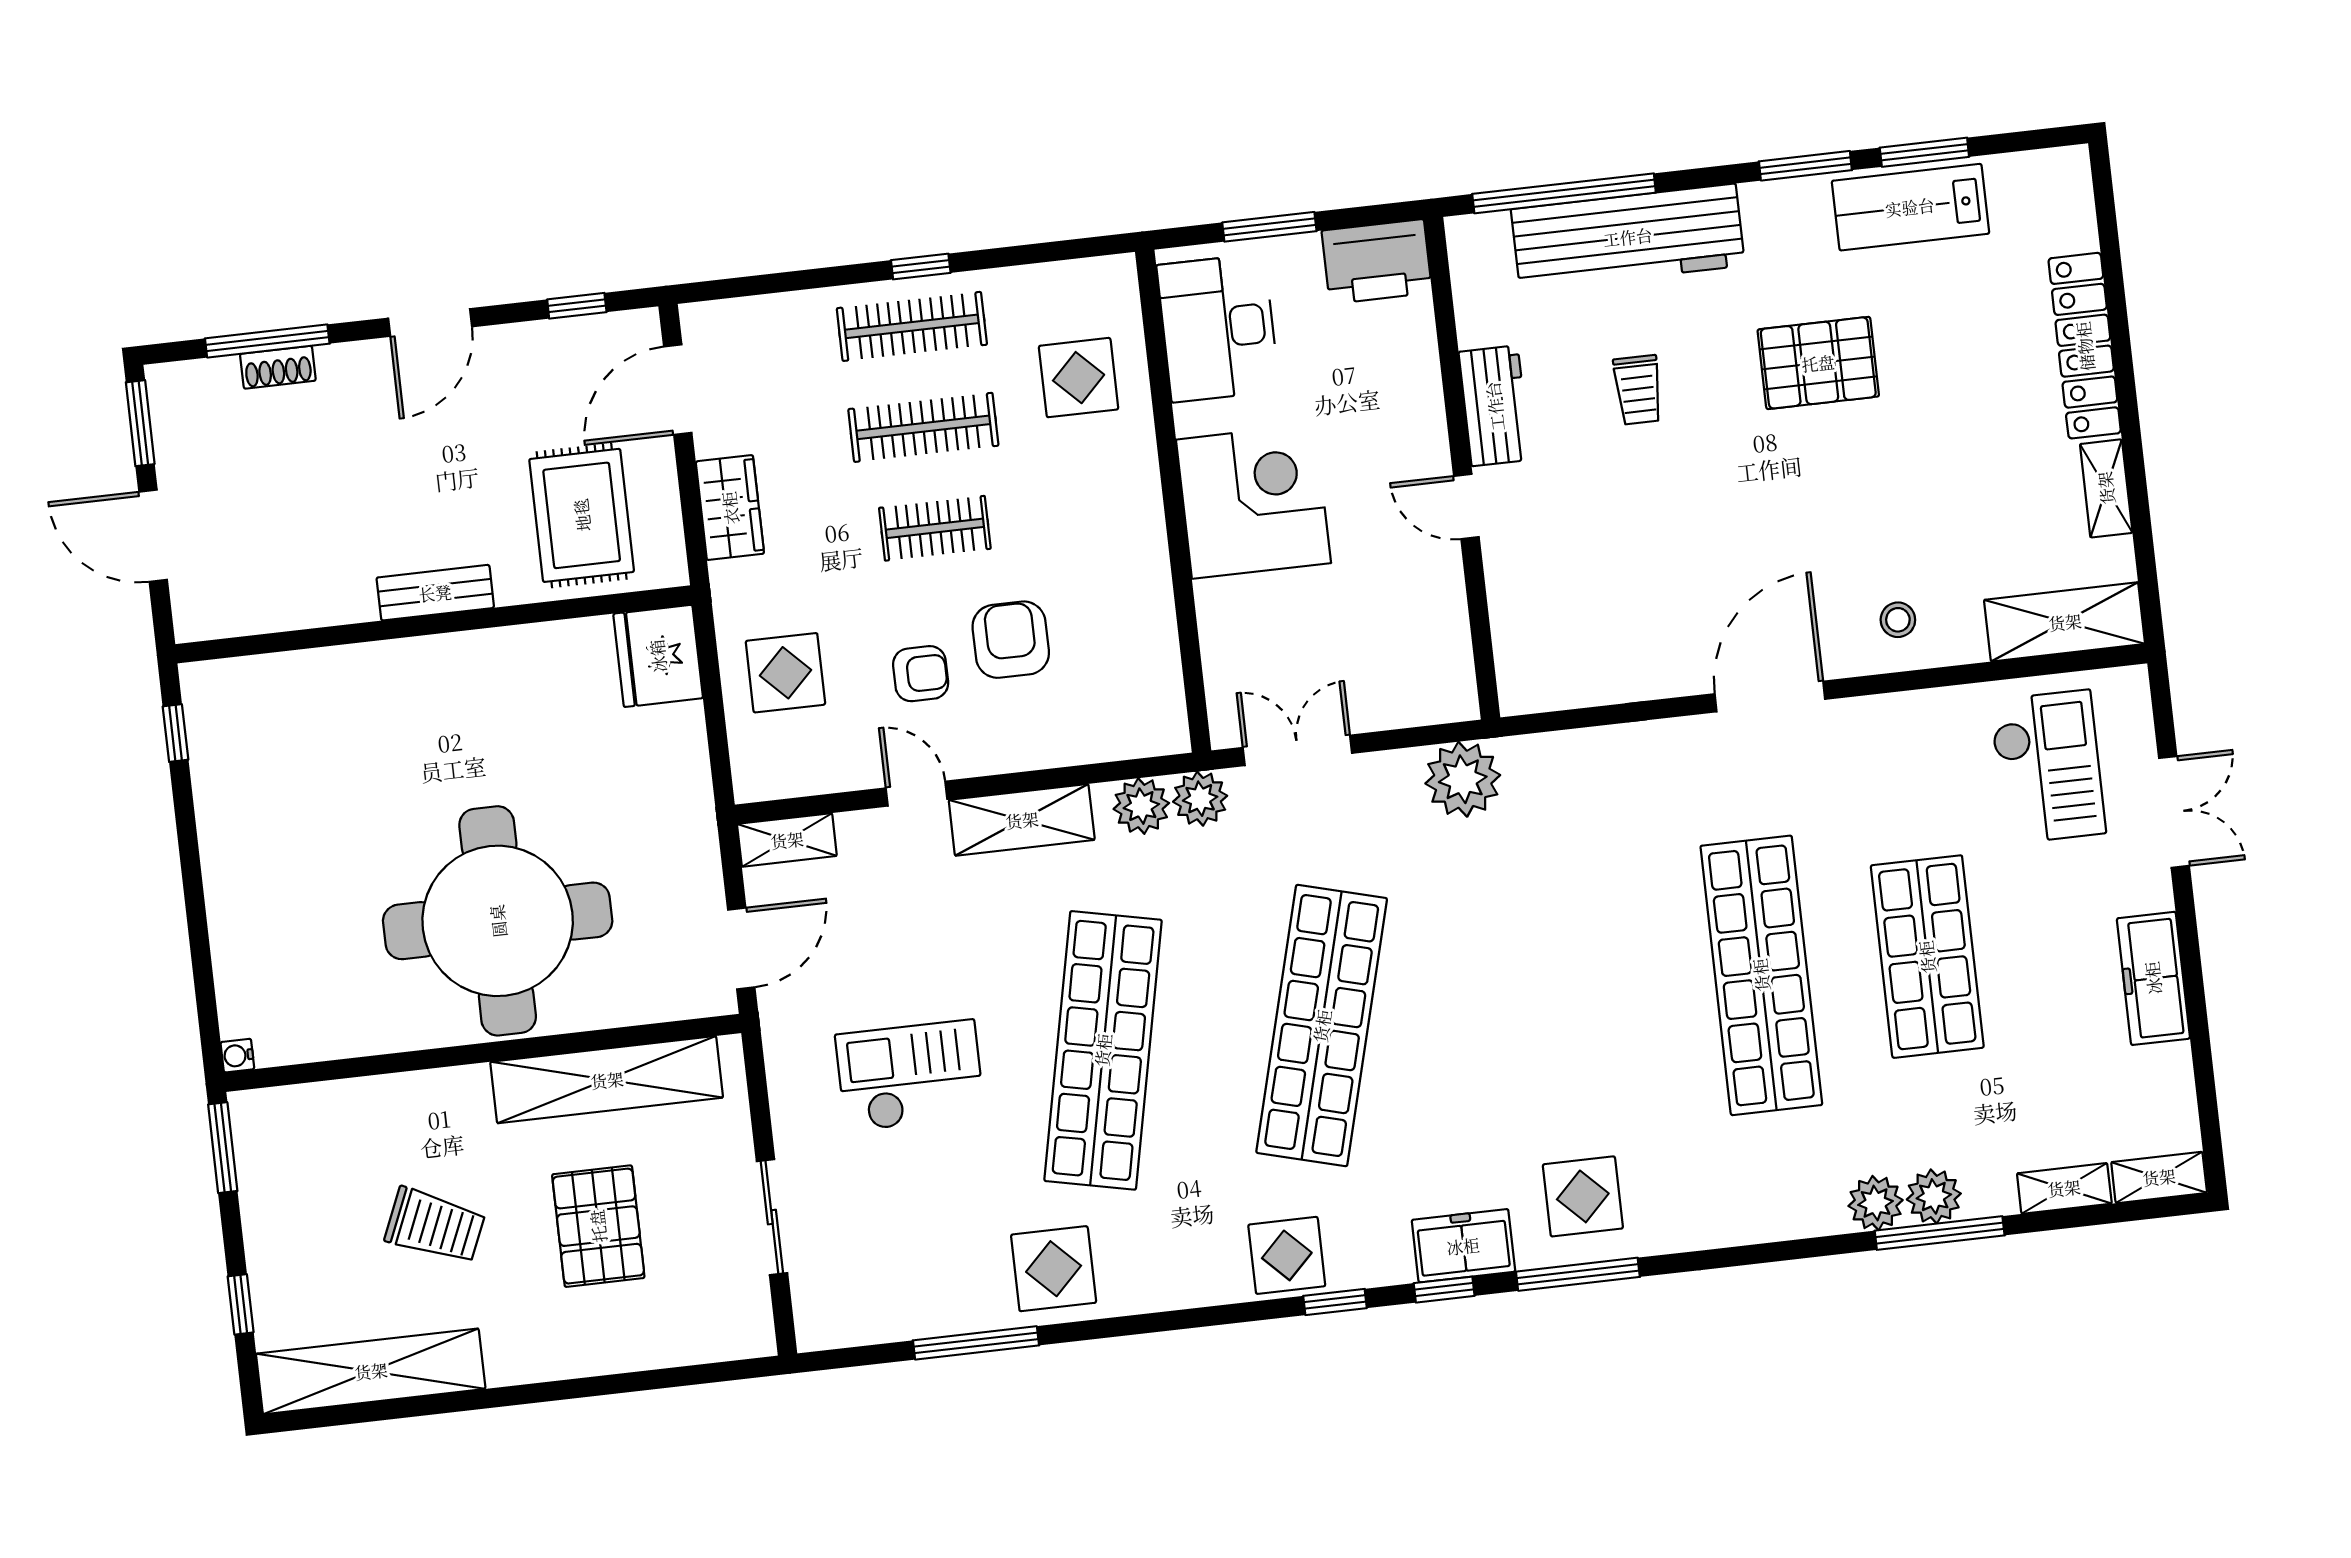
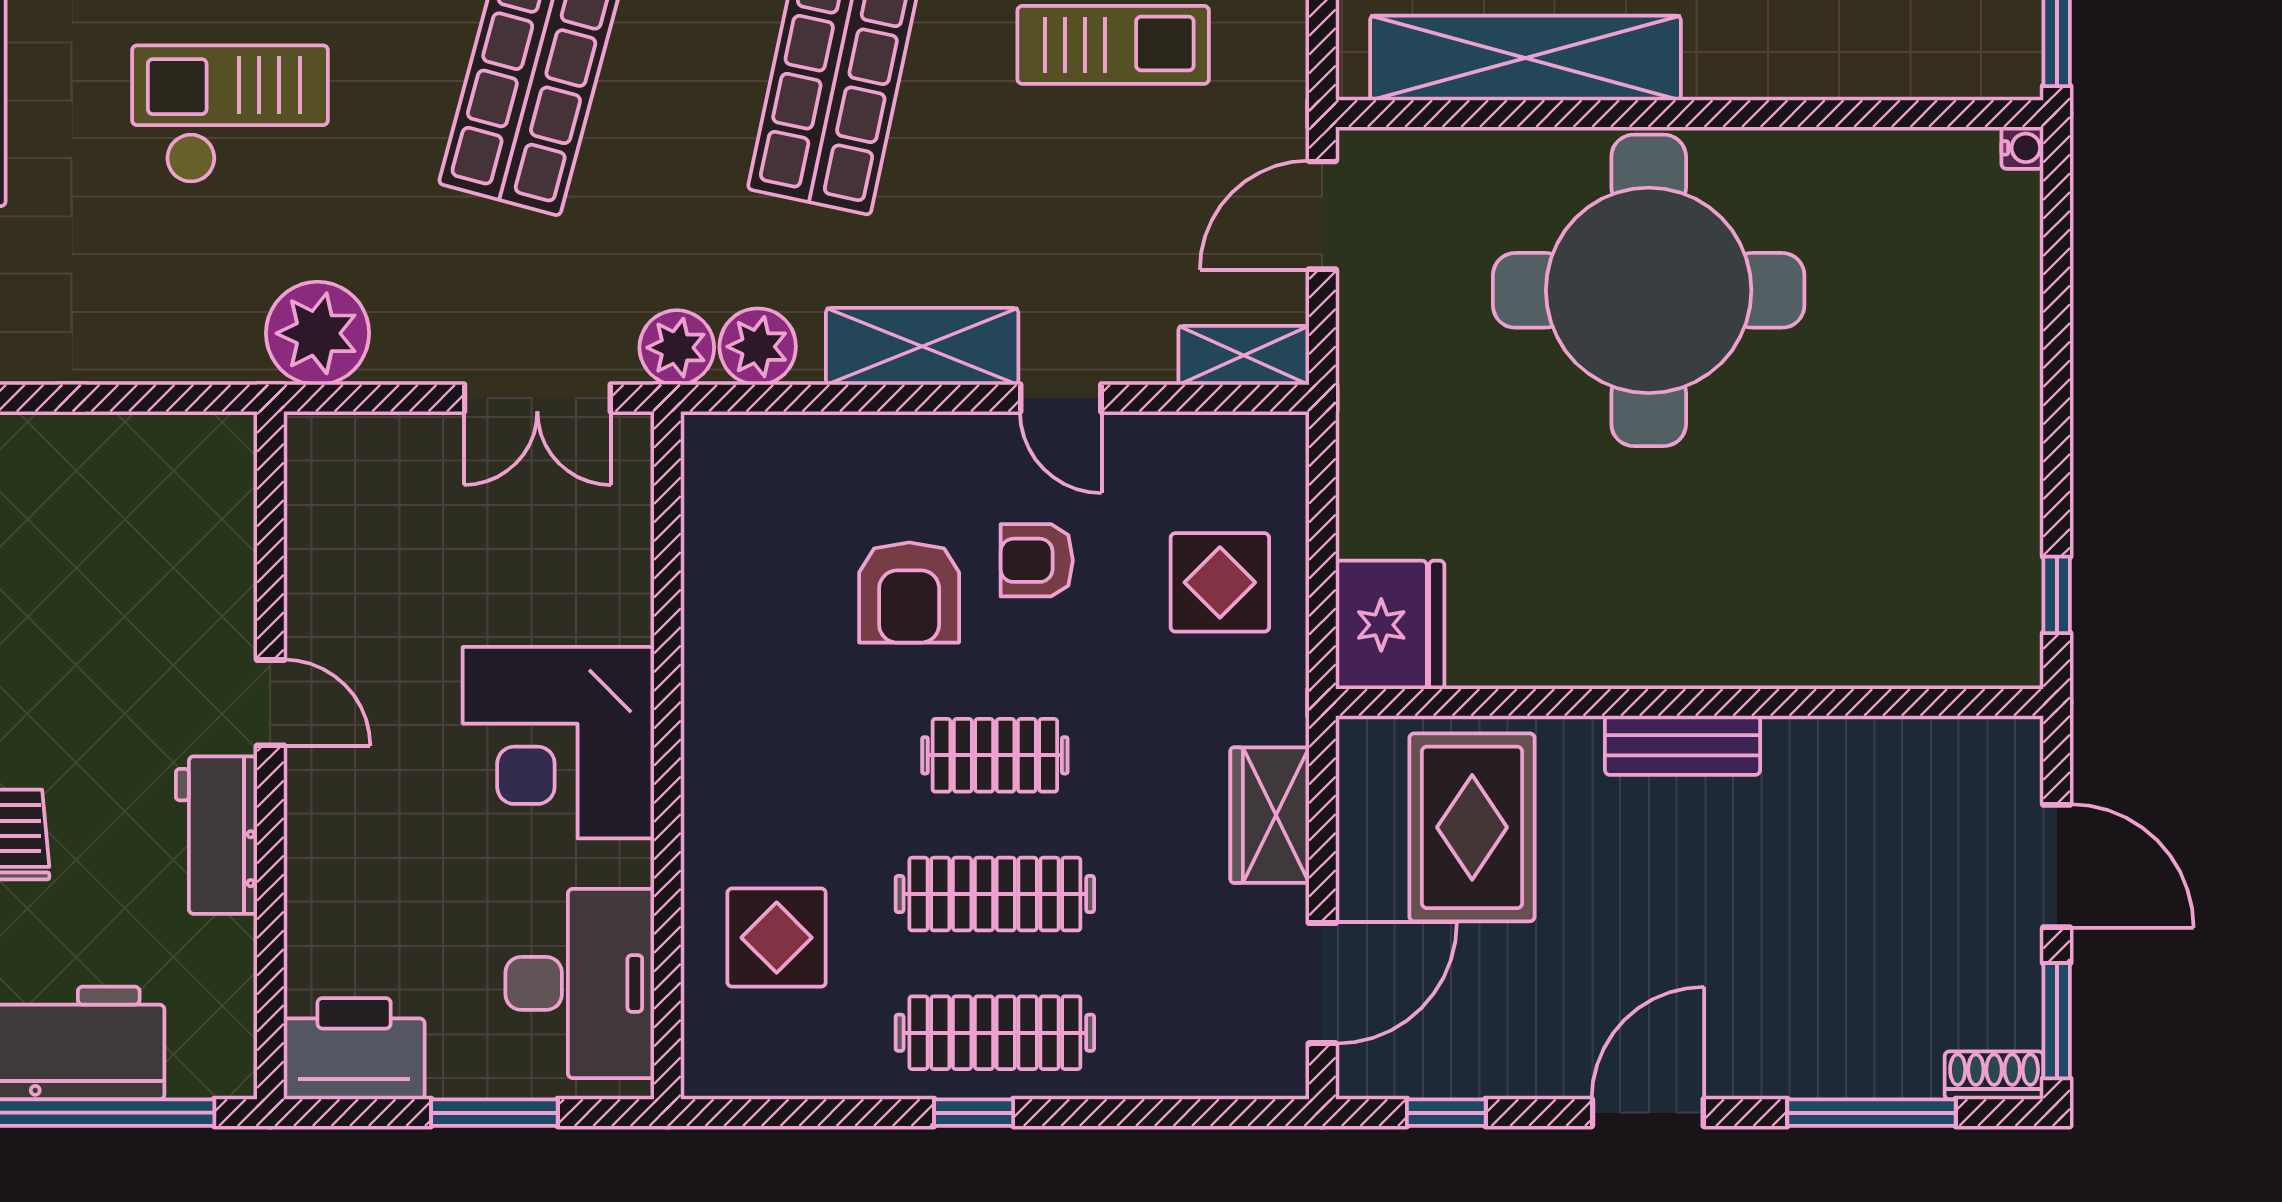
shoe rack: (278, 367) -> (1994, 1075), moved
checkout: (1545, 932) -> (230, 114), added

